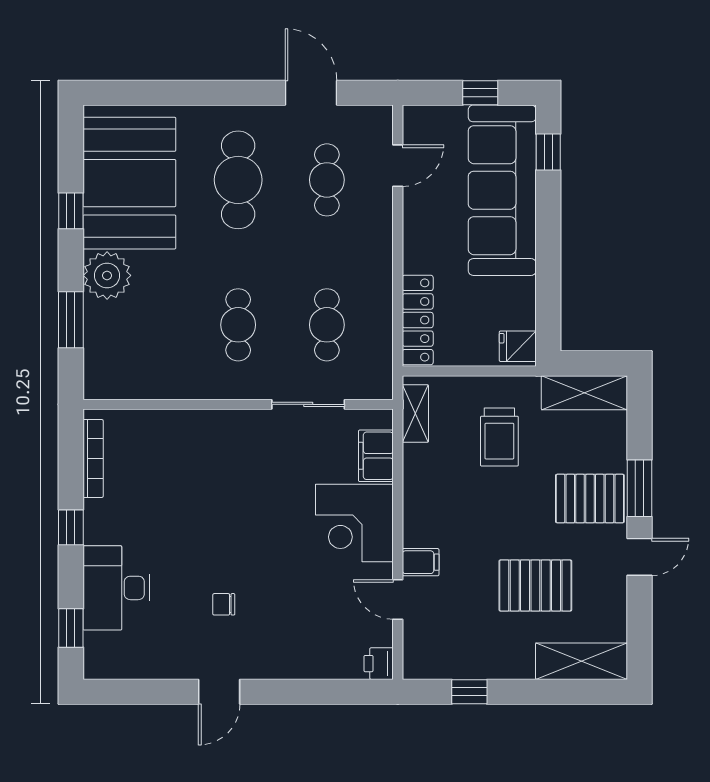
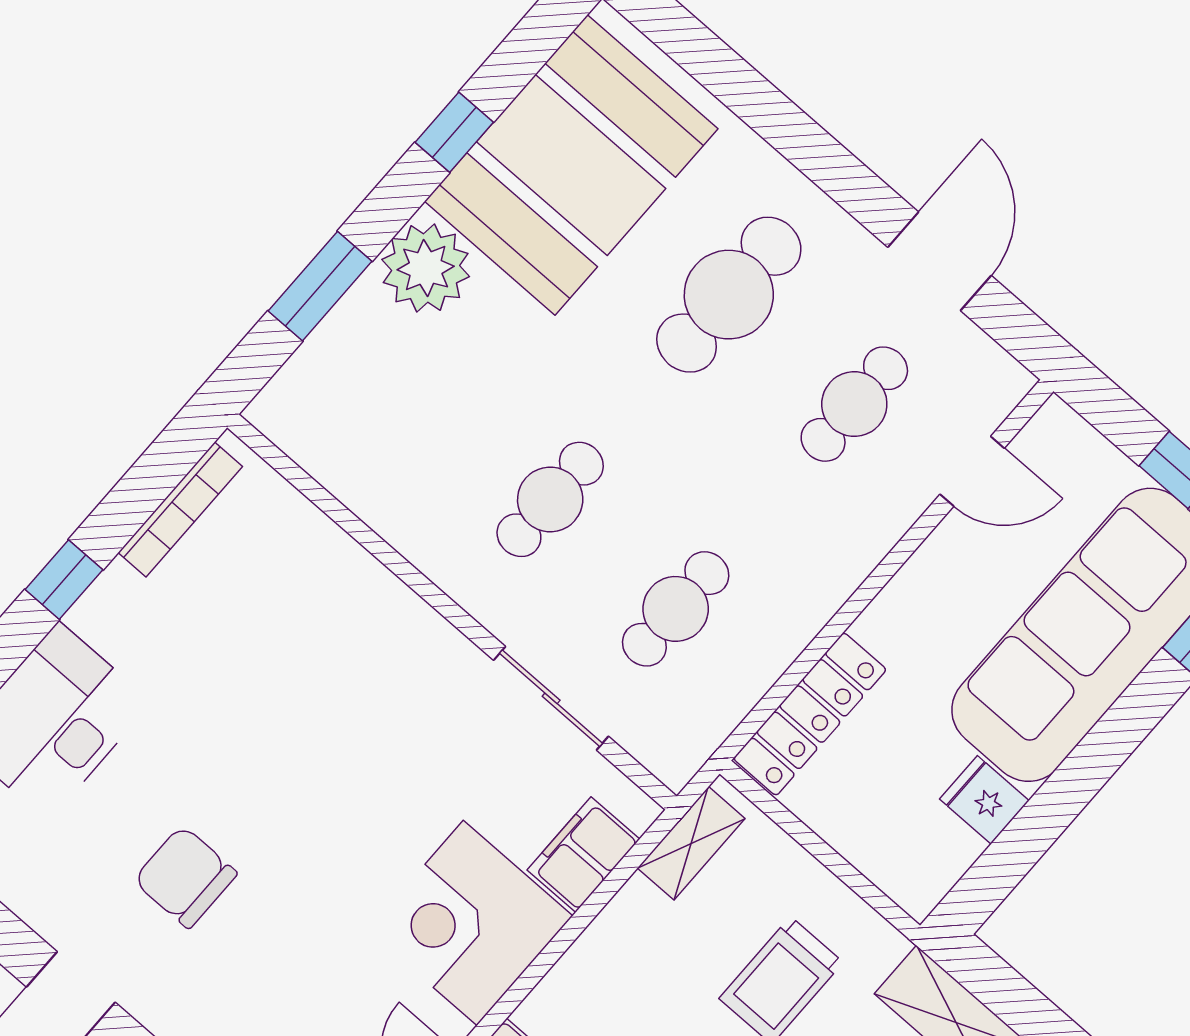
fridge: (518, 346) -> (984, 800), moved
chair: (224, 604) -> (185, 877), width x1.87, depth x1.87

